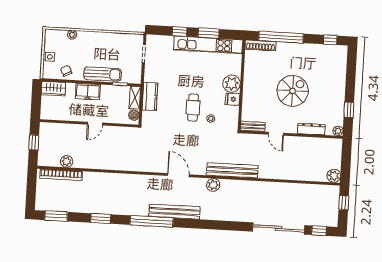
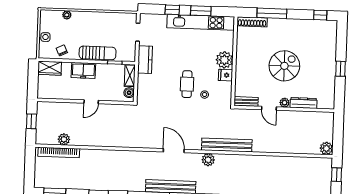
window: (281, 37) -> (272, 13), width x0.68
kitchen counter: (150, 97) -> (145, 60), moved
window: (349, 110) -> (340, 69), moved
plant: (338, 131) -> (285, 103), moved

